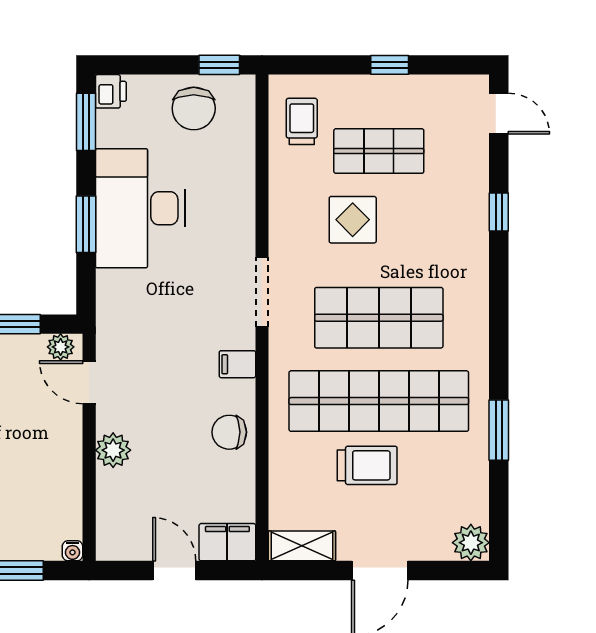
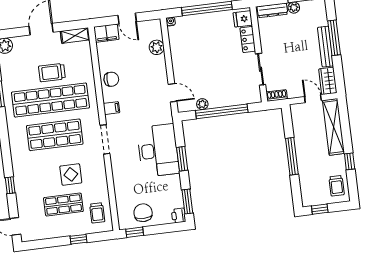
window: (390, 65) -> (78, 239), moved
desk: (140, 208) -> (158, 150), moved
plant: (61, 347) -> (202, 104), moved
plant: (113, 450) -> (157, 47), moved

